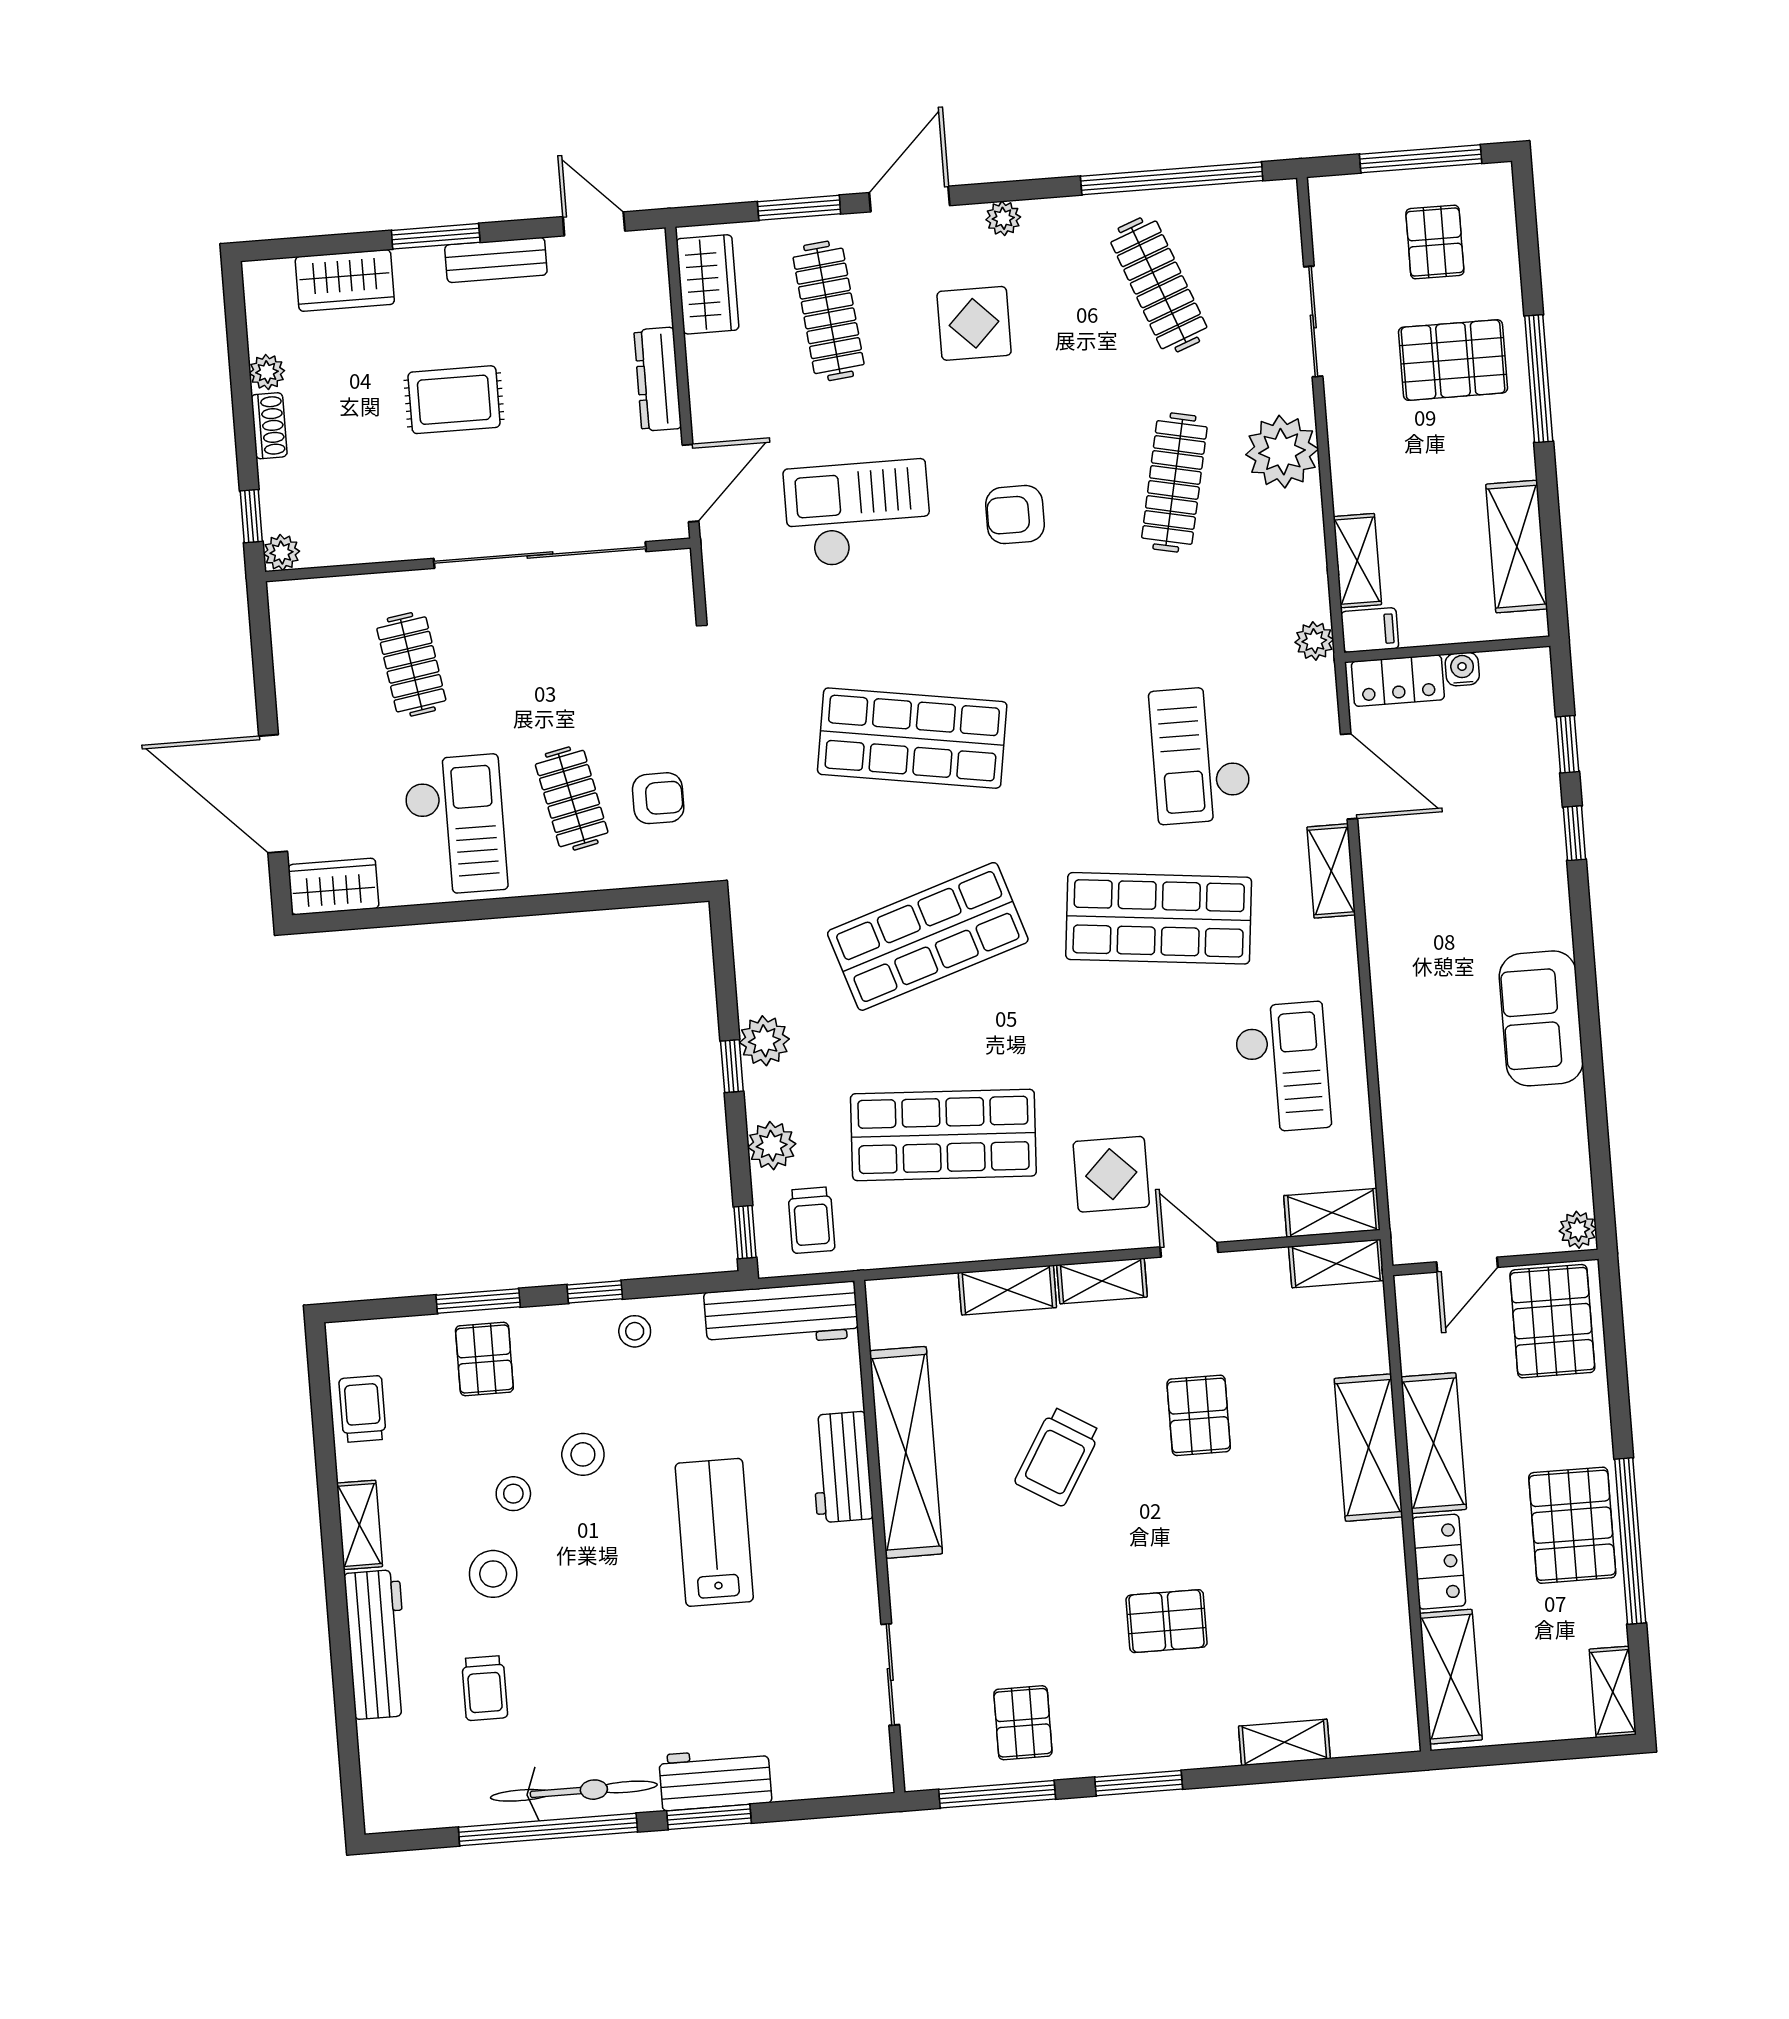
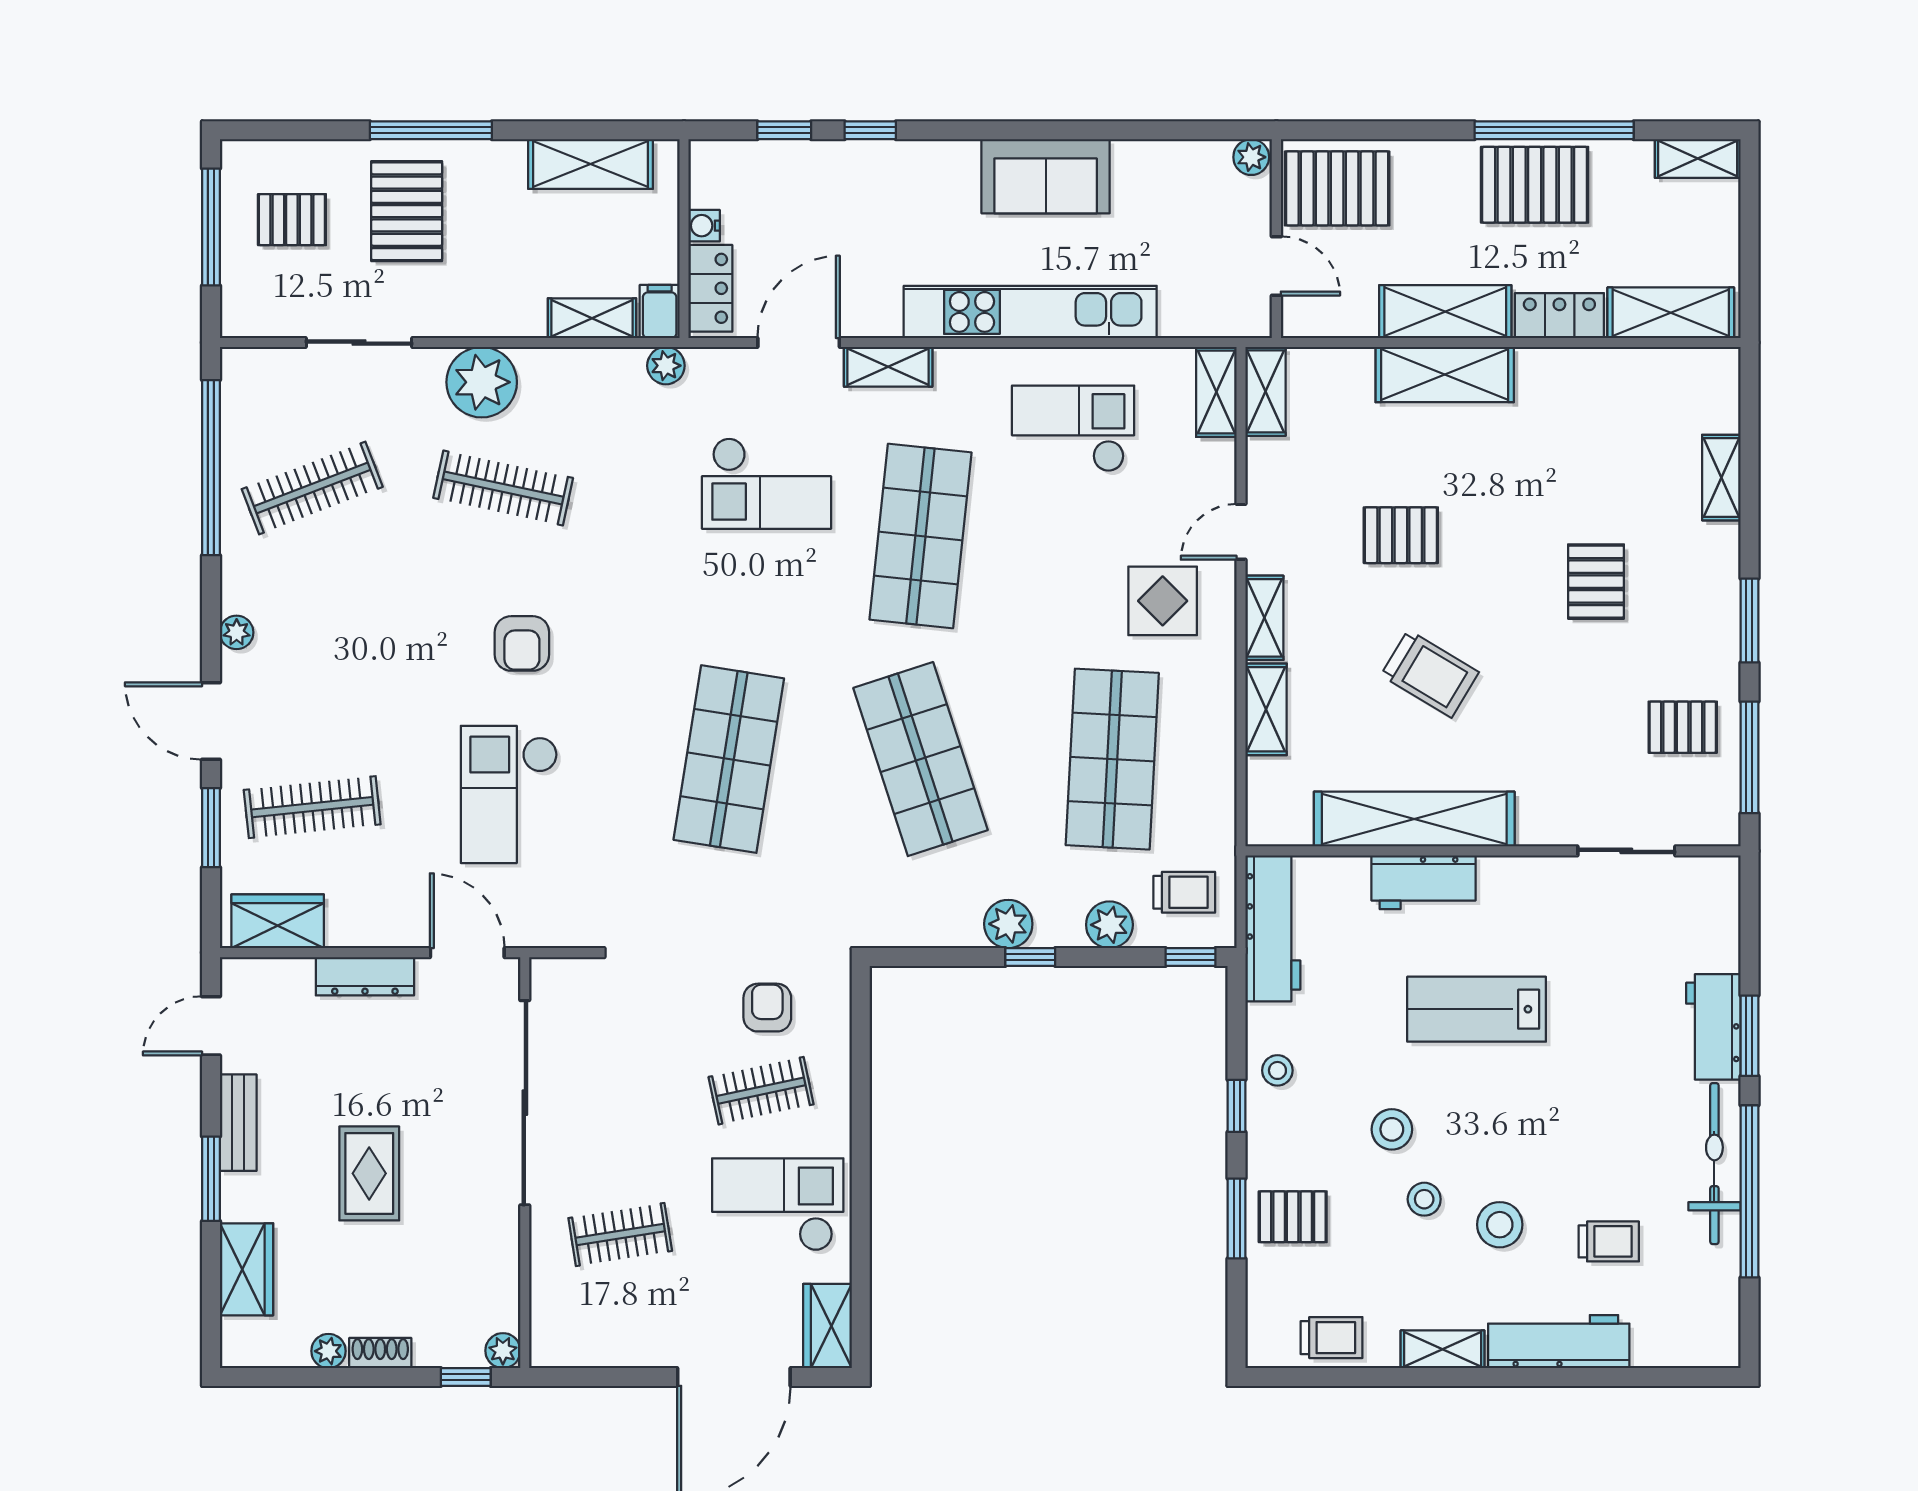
display table: (974, 323) -> (335, 668), removed
kitchen unit: (1399, 1014) -> (1030, 312), added
trolley: (363, 1409) -> (1331, 1338), turned 180

